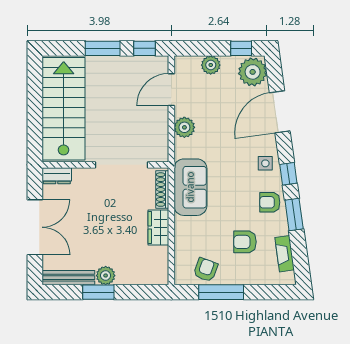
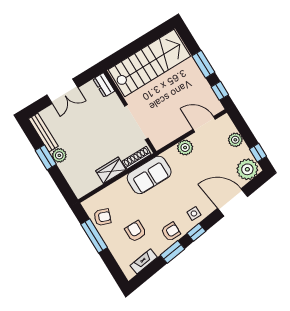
armchair: (270, 202) -> (171, 232), turned 90
double door: (35, 227) -> (62, 91), width x0.73

